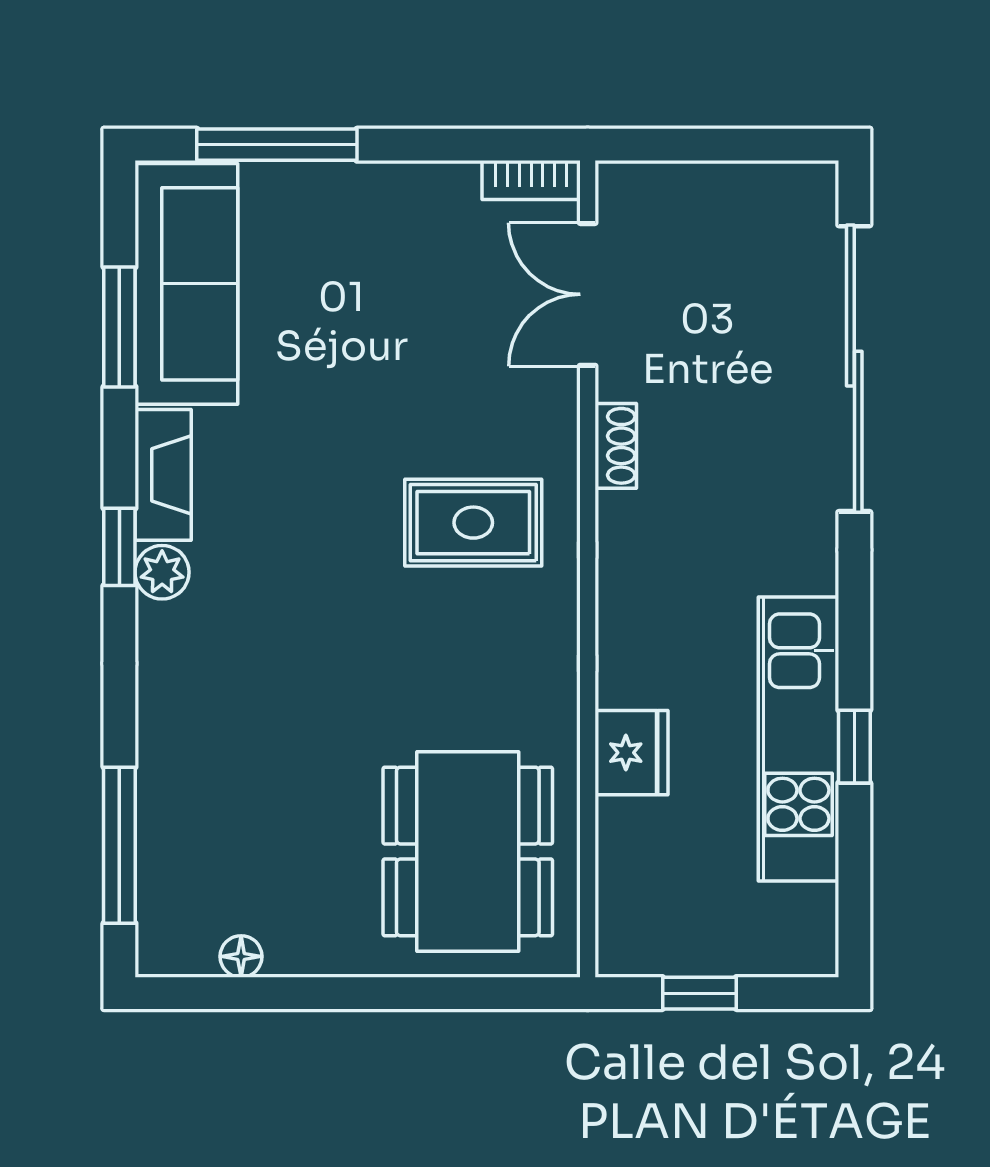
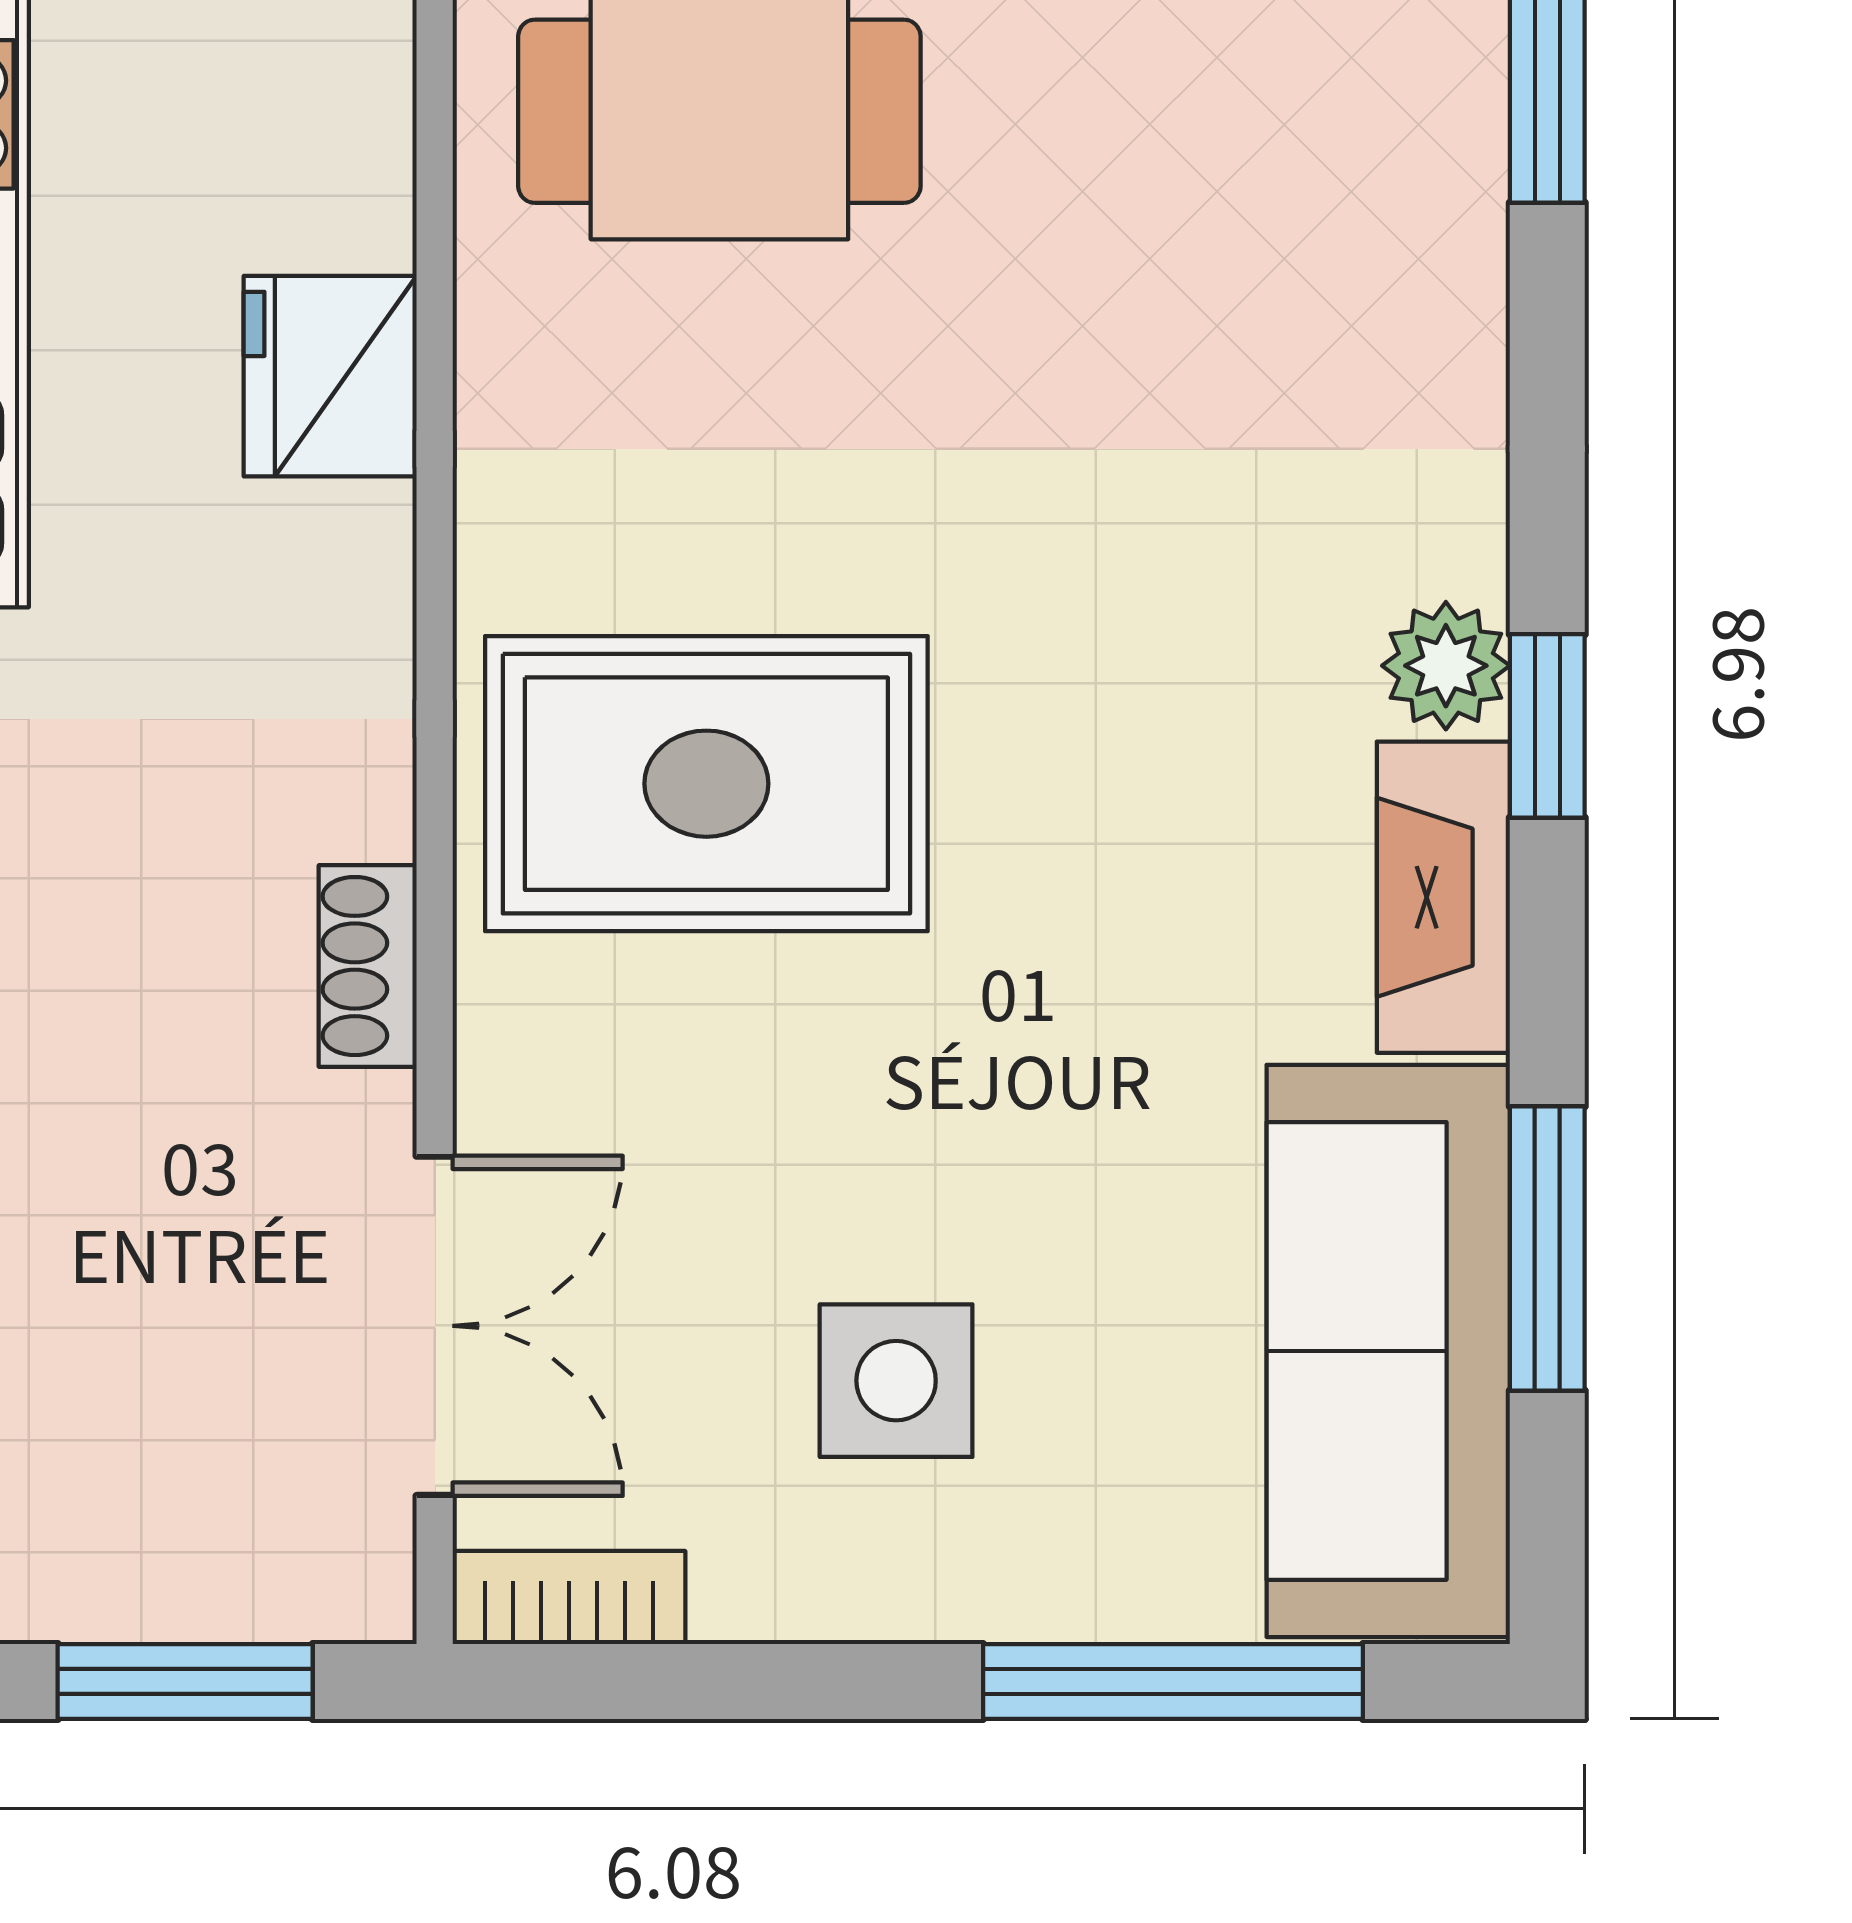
window: (693, 145) -> (185, 1681), added
side table: (393, 271) -> (896, 1381), added
rug: (473, 523) -> (706, 784), width x1.36, depth x1.43
fridge: (632, 753) -> (330, 376), moved

